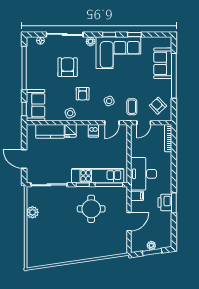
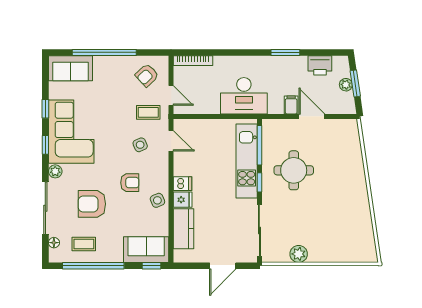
coffee table: (39, 61) -> (84, 244), added
sofa: (163, 63) -> (70, 68), moved
dishwasher: (93, 131) -> (182, 184), moved
filing cabinet: (137, 196) -> (291, 105), moved
printer: (165, 203) -> (320, 65), moved

